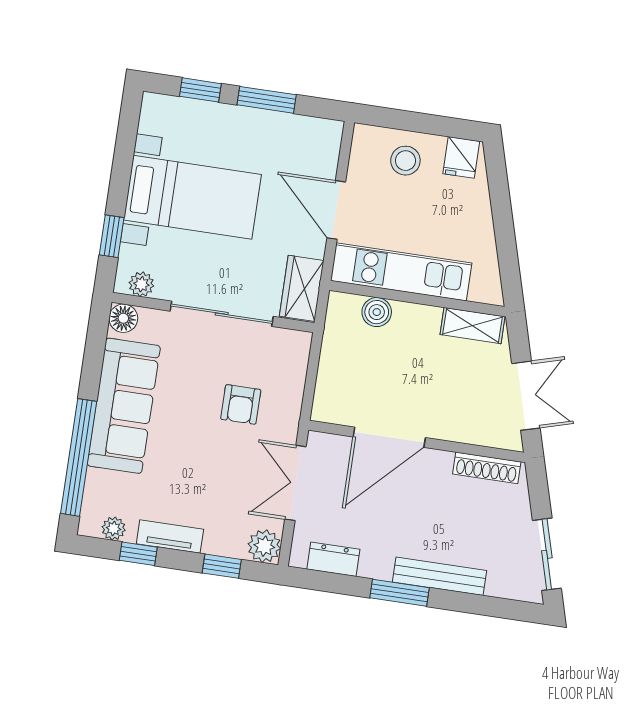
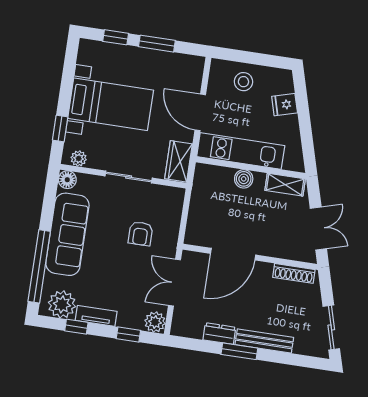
fridge: (461, 157) -> (285, 105), moved, turned 74
boiler: (377, 312) -> (244, 179), moved
sliding door: (222, 314) -> (129, 177), width x0.73
plant: (114, 528) -> (62, 304), width x1.88, depth x1.88
dresser: (333, 559) -> (219, 334), moved

